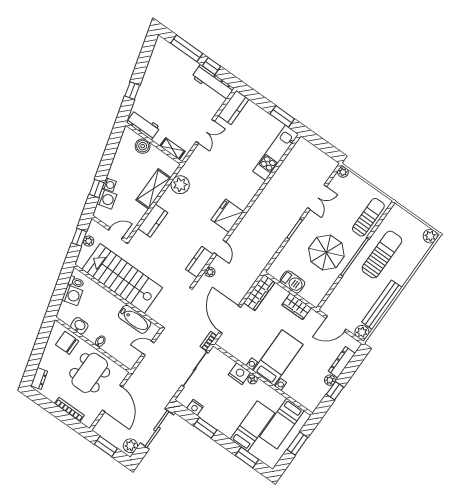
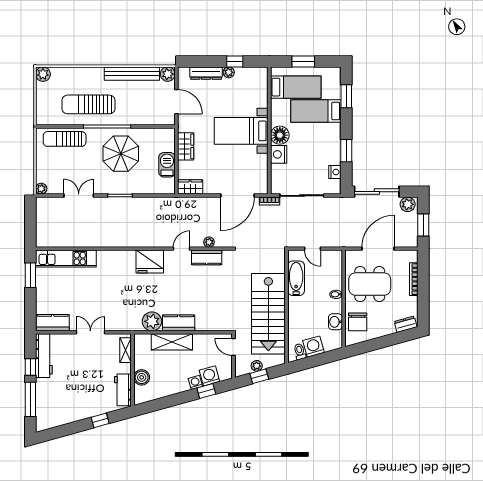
kitchen counter: (153, 221) -> (179, 323), moved
wardrobe: (259, 292) -> (190, 187), width x0.67
floor lamp: (253, 379) -> (280, 135), width x1.89, depth x1.89

